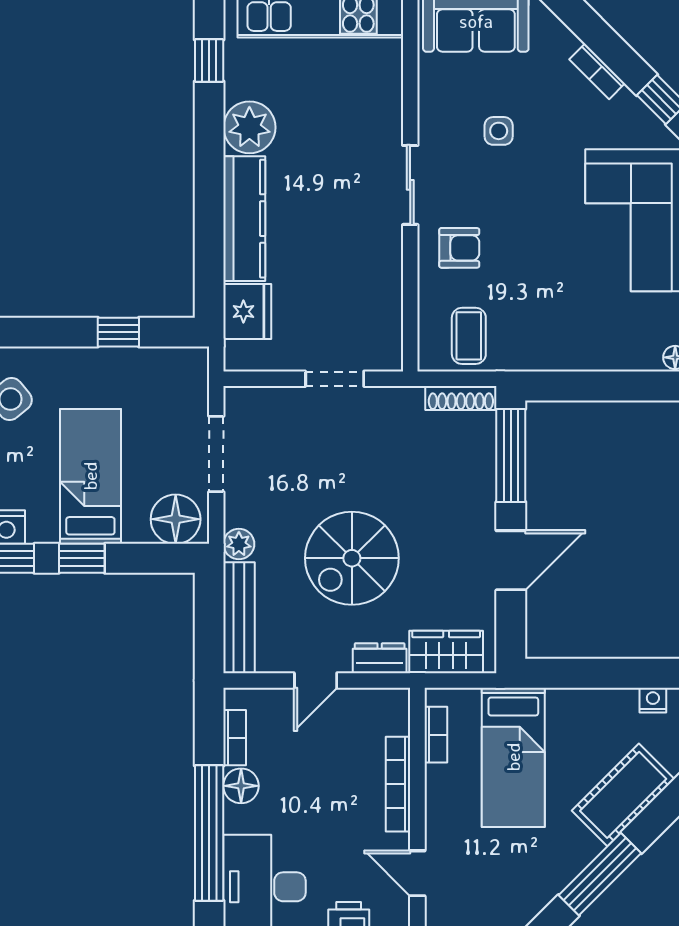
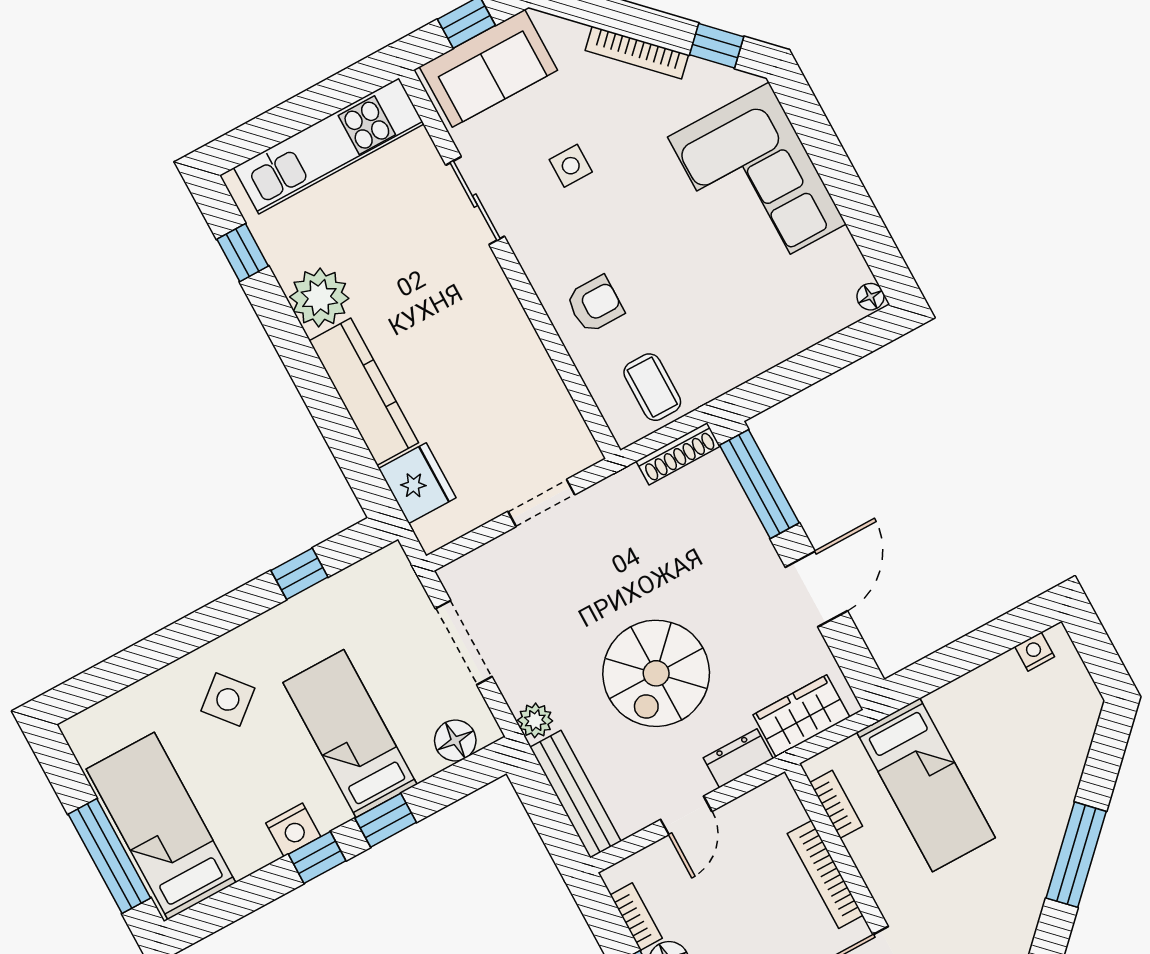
bookcase: (597, 71) -> (637, 53), width x1.56
sliding door: (410, 185) -> (475, 201), moved
floor lamp: (176, 519) -> (455, 740), width x0.73, depth x0.73
cot: (623, 795) -> (1056, 763), removed

